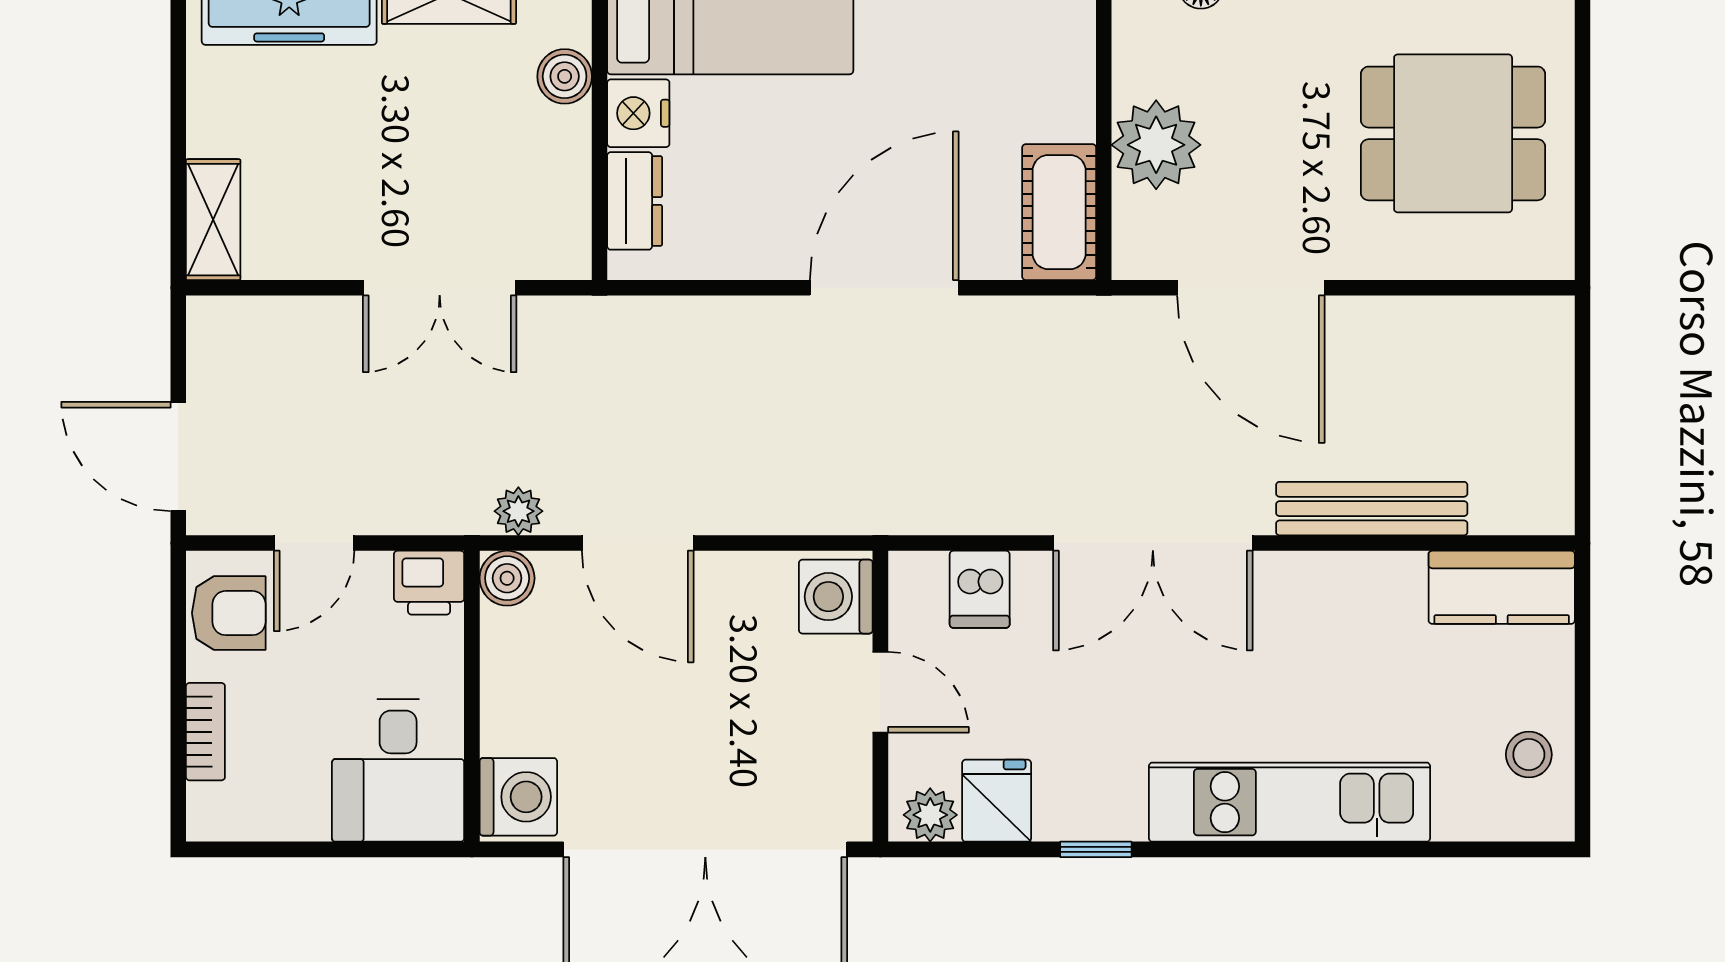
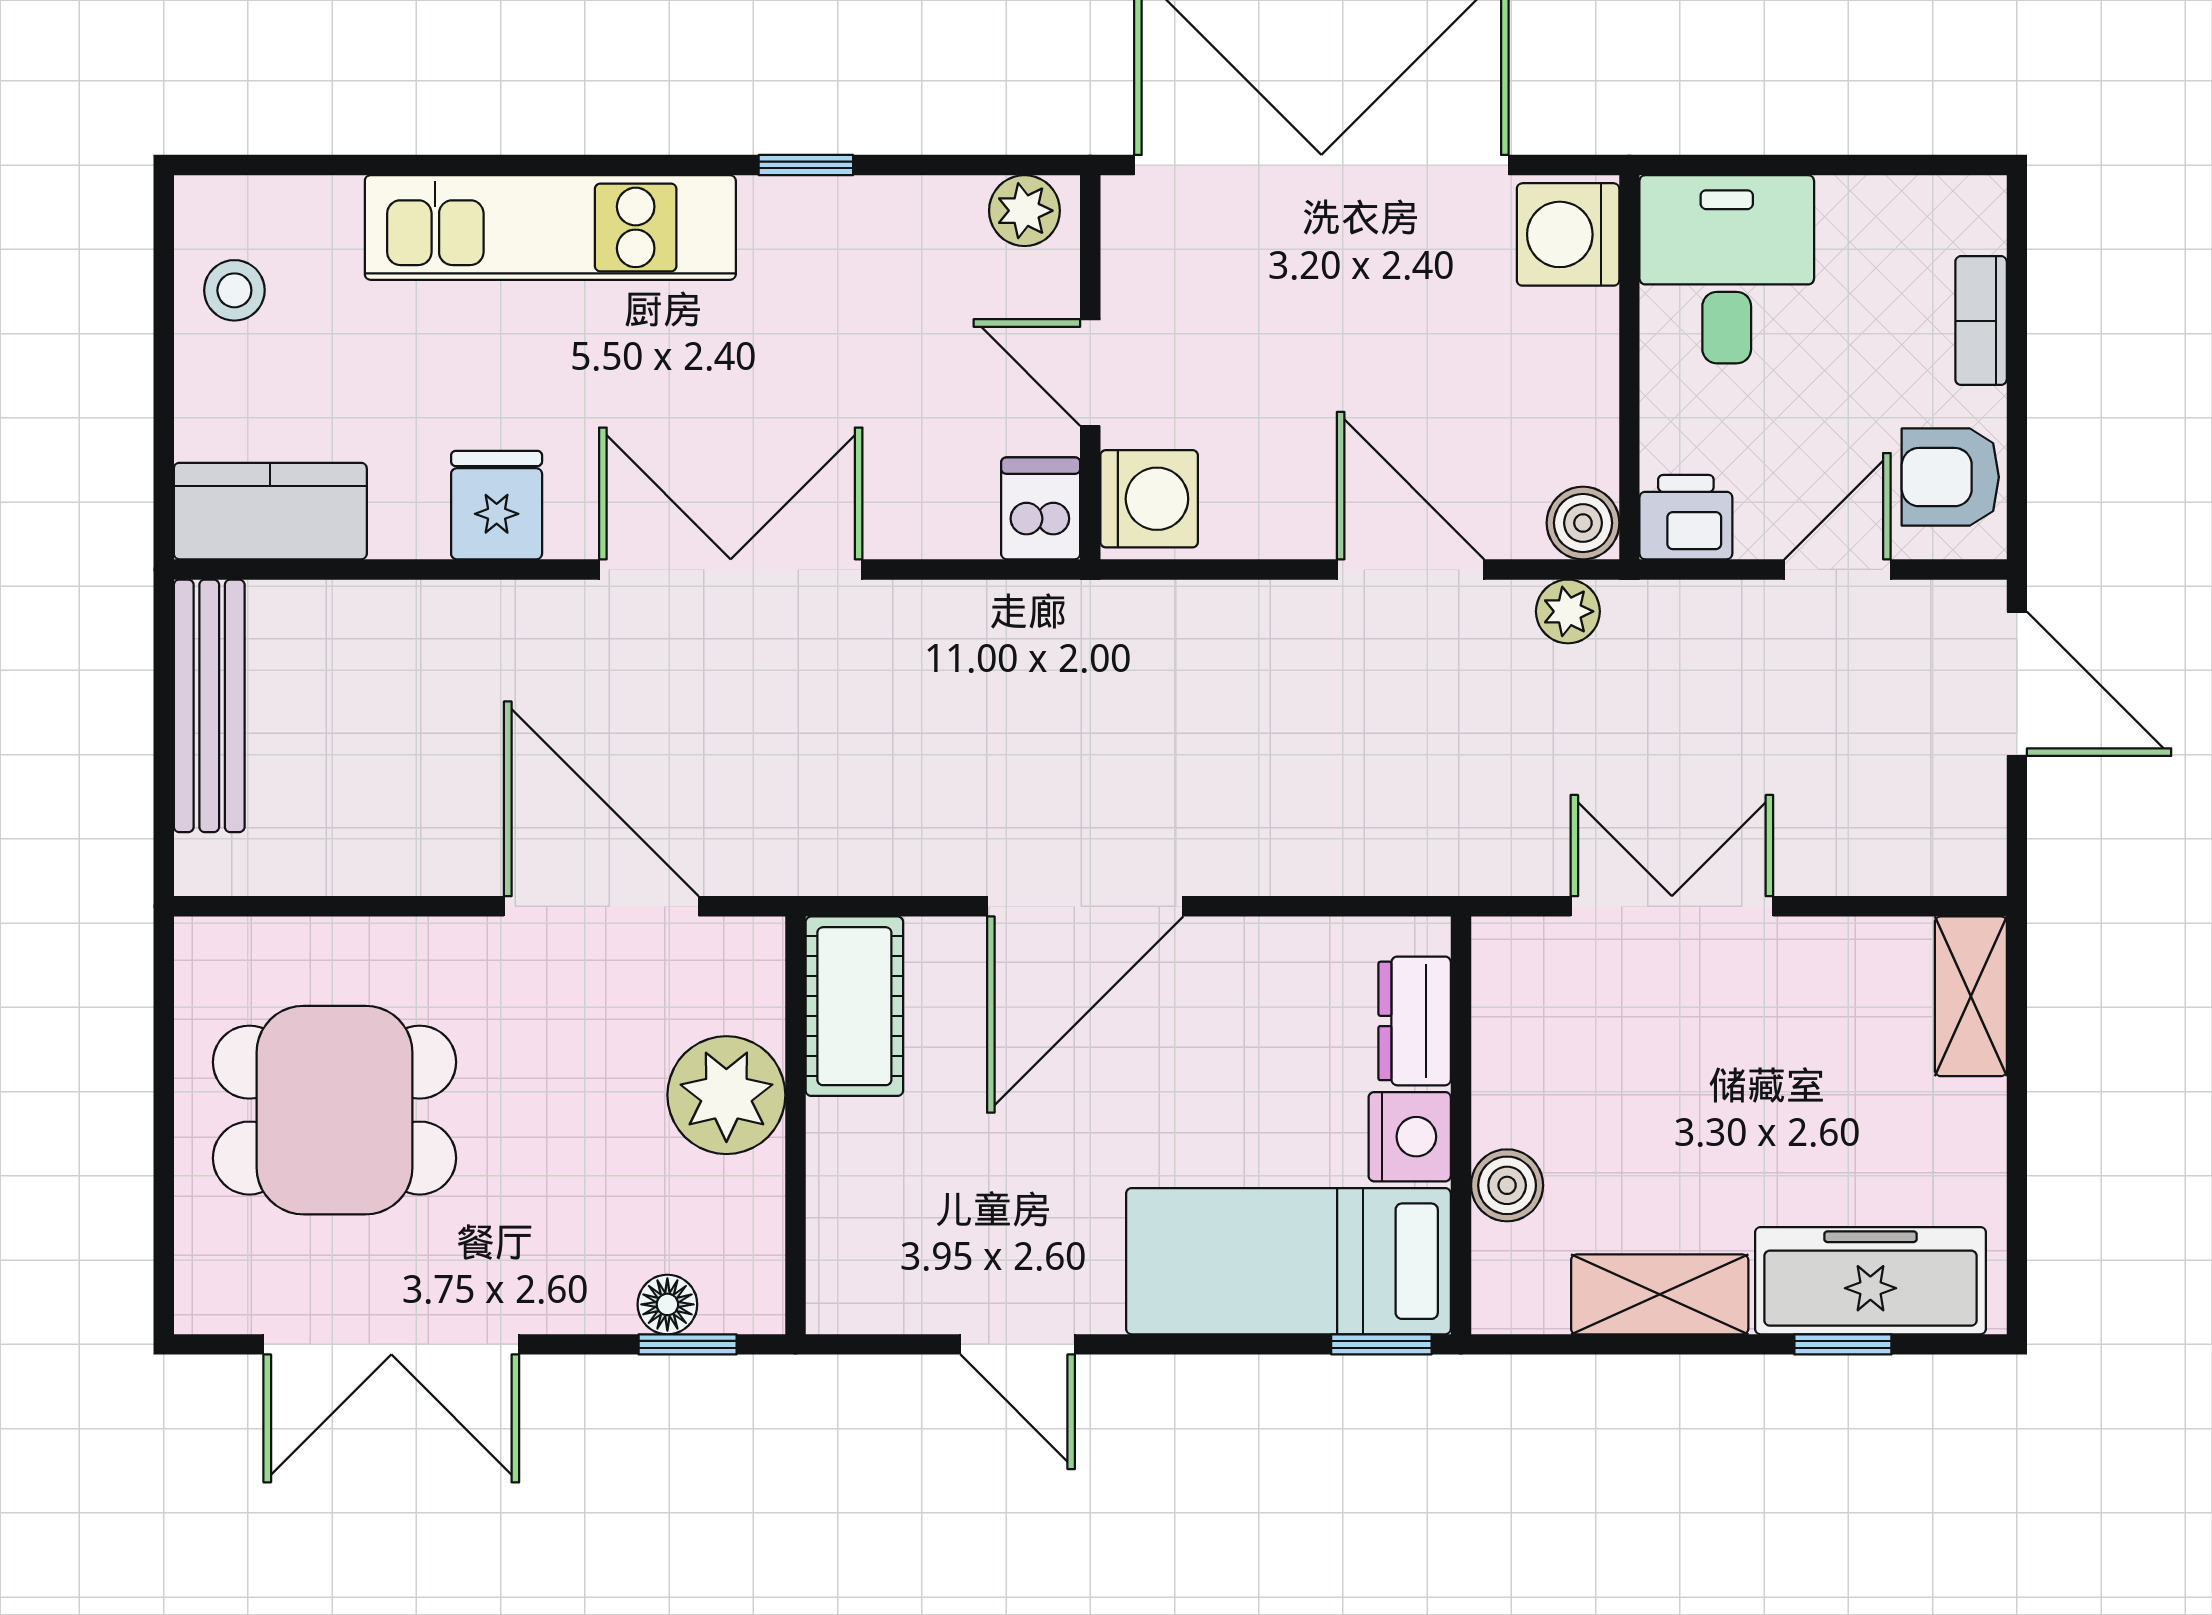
bench: (1372, 509) -> (209, 706), moved, turned 90
dishwasher: (980, 589) -> (1041, 508), moved
fridge: (997, 801) -> (497, 505), moved, turned 180

